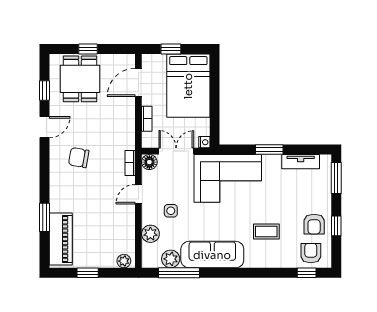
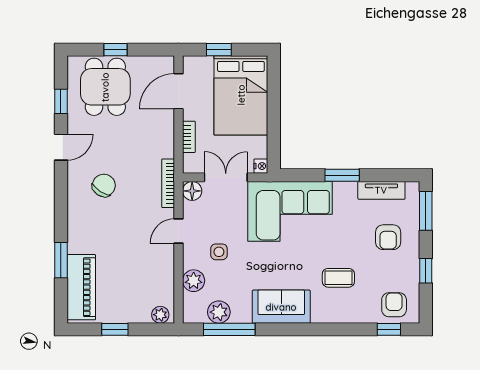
chair: (79, 158) -> (104, 185), turned 113
bookcase: (130, 163) -> (168, 183), width x1.56
armchair: (314, 224) -> (388, 237), moved
sofa: (212, 255) -> (281, 307), width x0.73

